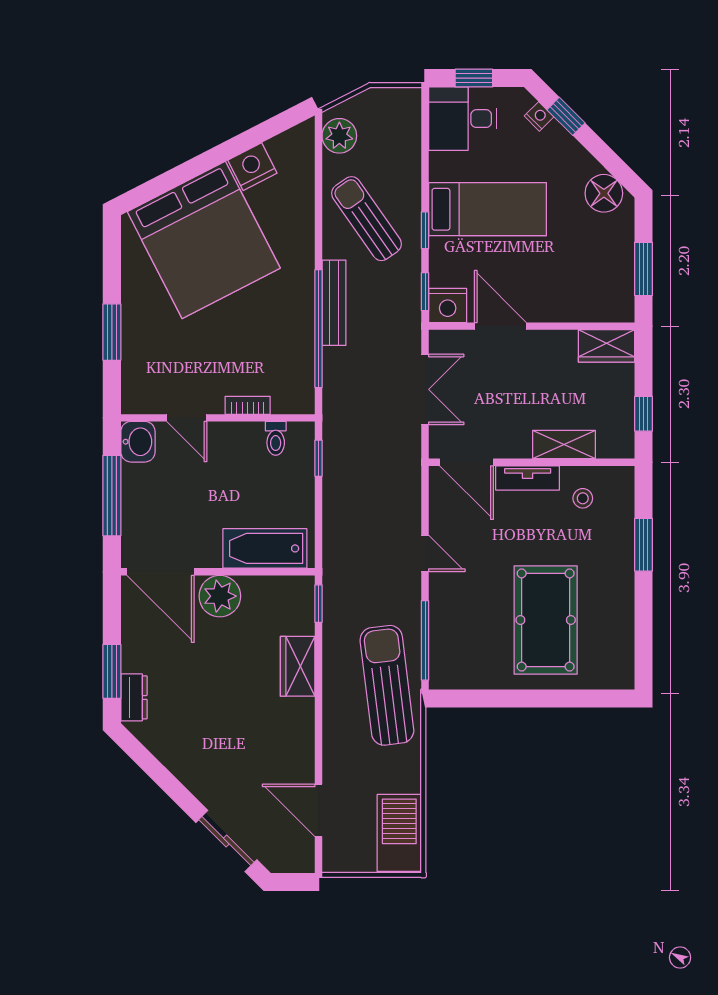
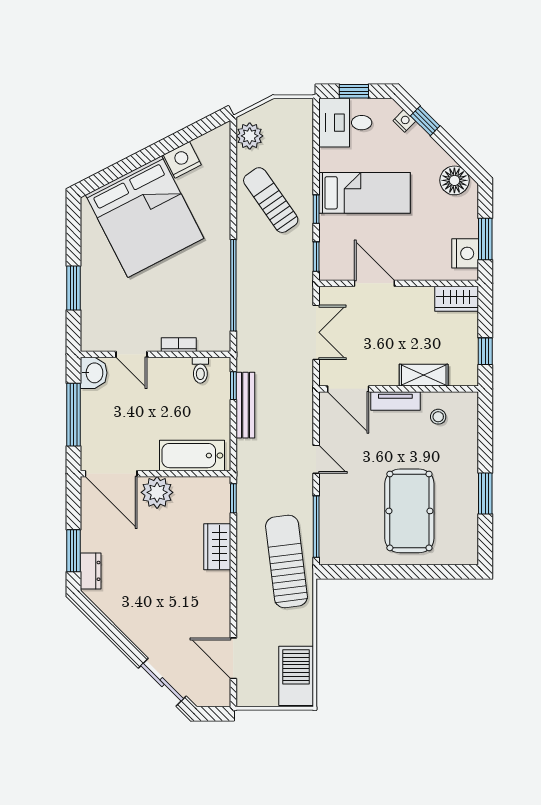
bench: (334, 303) -> (245, 405), moved
nightstand: (448, 305) -> (465, 253), moved, turned -90
window: (643, 545) -> (485, 493), moved

